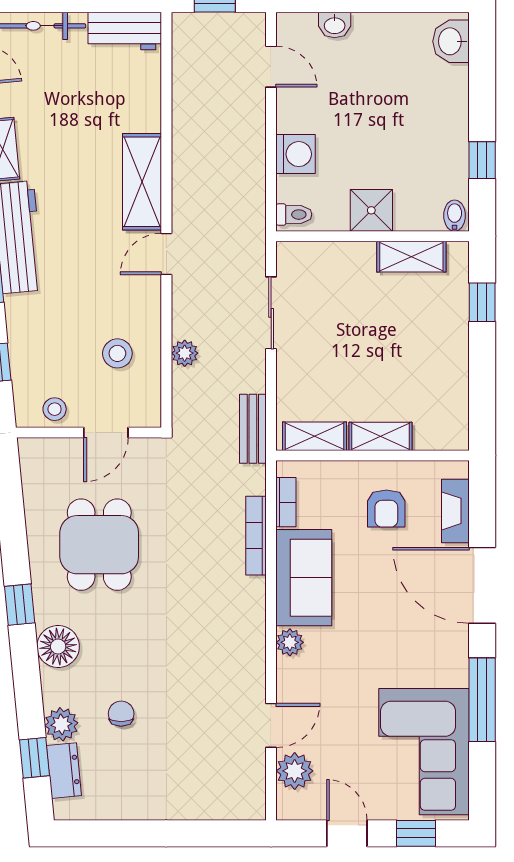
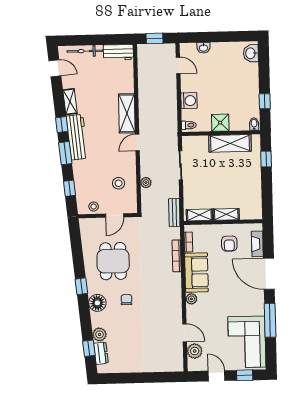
shelving: (411, 257) -> (230, 143), width x1.50, depth x1.33
chair: (121, 714) -> (126, 300), moved
door: (271, 725) -> (185, 333), hinge flipped

